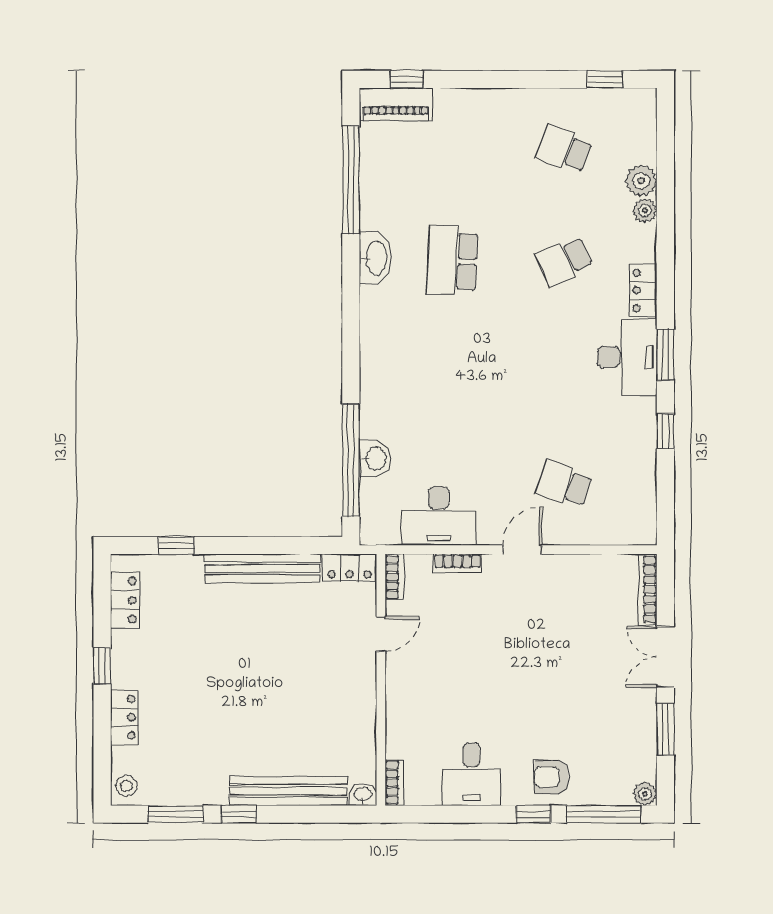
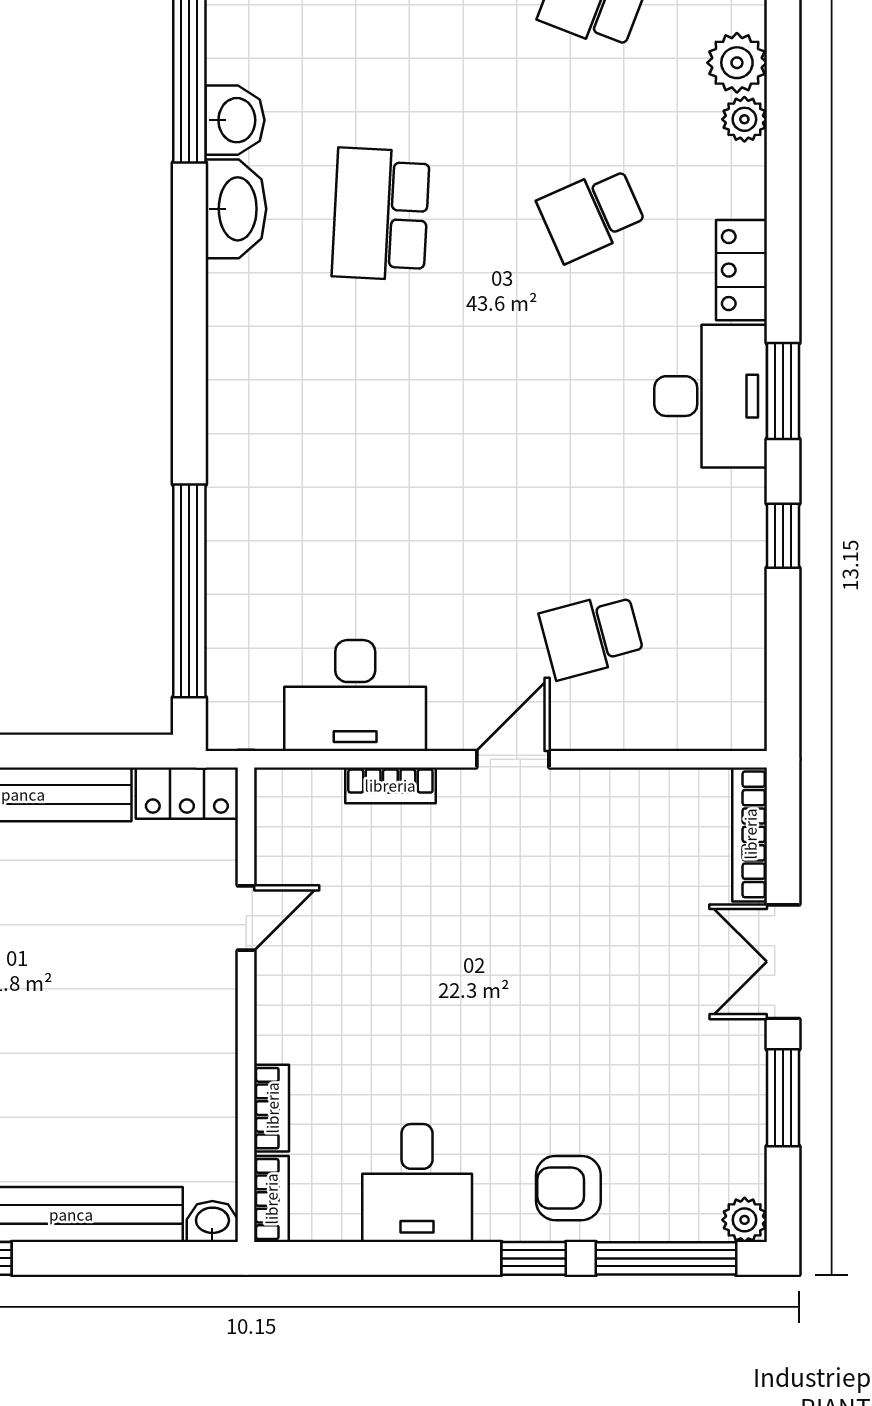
washbasin: (375, 458) -> (235, 120), moved
school desk: (564, 484) -> (592, 635), turned -33
bookcase: (394, 577) -> (272, 1108), moved

